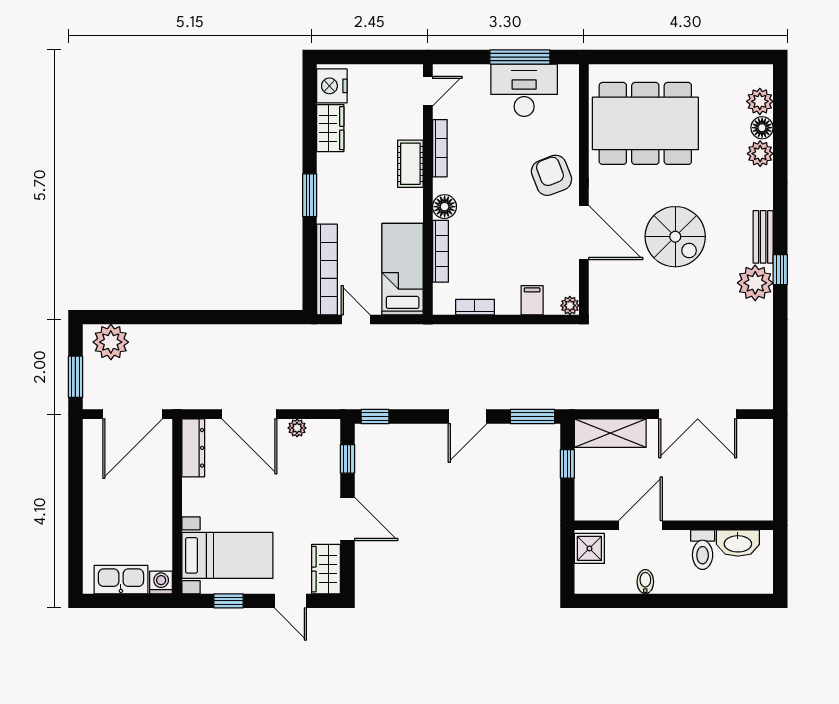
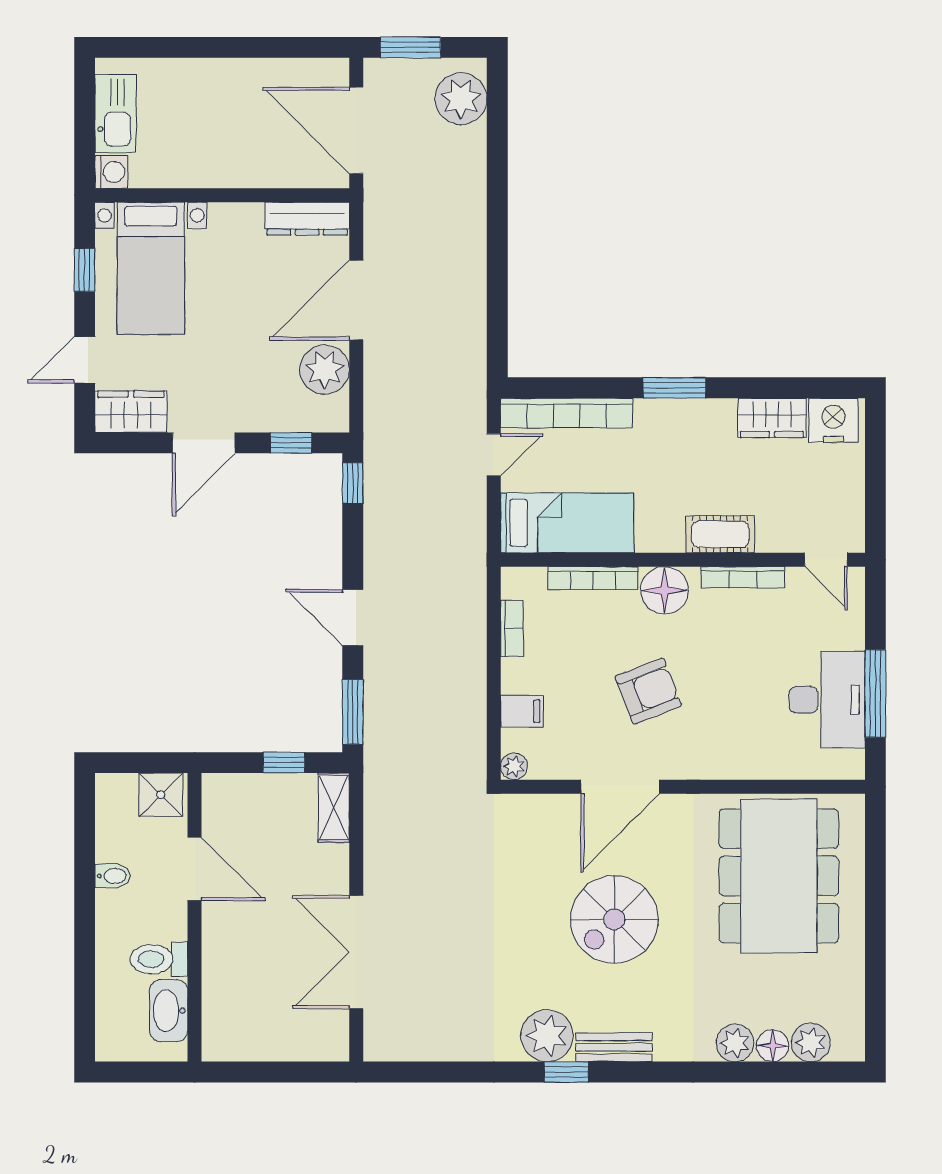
armchair: (551, 175) -> (648, 691), moved
floor lamp: (445, 207) -> (664, 590), width x1.38, depth x1.38
plant: (297, 428) -> (325, 370), width x1.88, depth x1.88
shelving: (610, 433) -> (334, 808), width x0.67, depth x0.75

